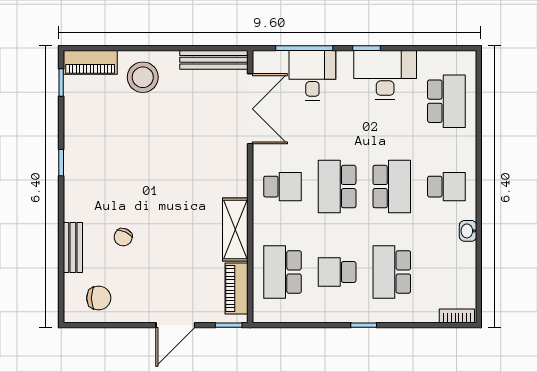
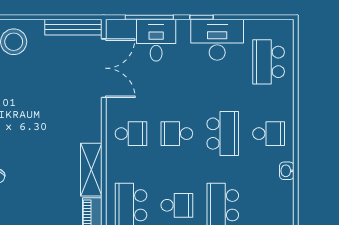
school desk: (446, 101) -> (269, 62), turned 180
school desk: (337, 187) -> (177, 134), width x0.54
school desk: (337, 272) -> (177, 205), turned 180

